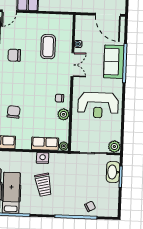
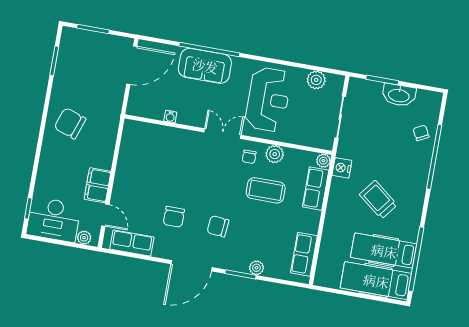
coffee table: (48, 47) -> (266, 190), moved
double door: (72, 65) -> (223, 134), moved
chair: (14, 112) -> (218, 226), moved
plant: (114, 147) -> (316, 80), moved
nightstand: (43, 158) -> (342, 168), moved
washbasin: (113, 172) -> (399, 95), moved
trolley: (43, 185) -> (378, 200), turned -129

